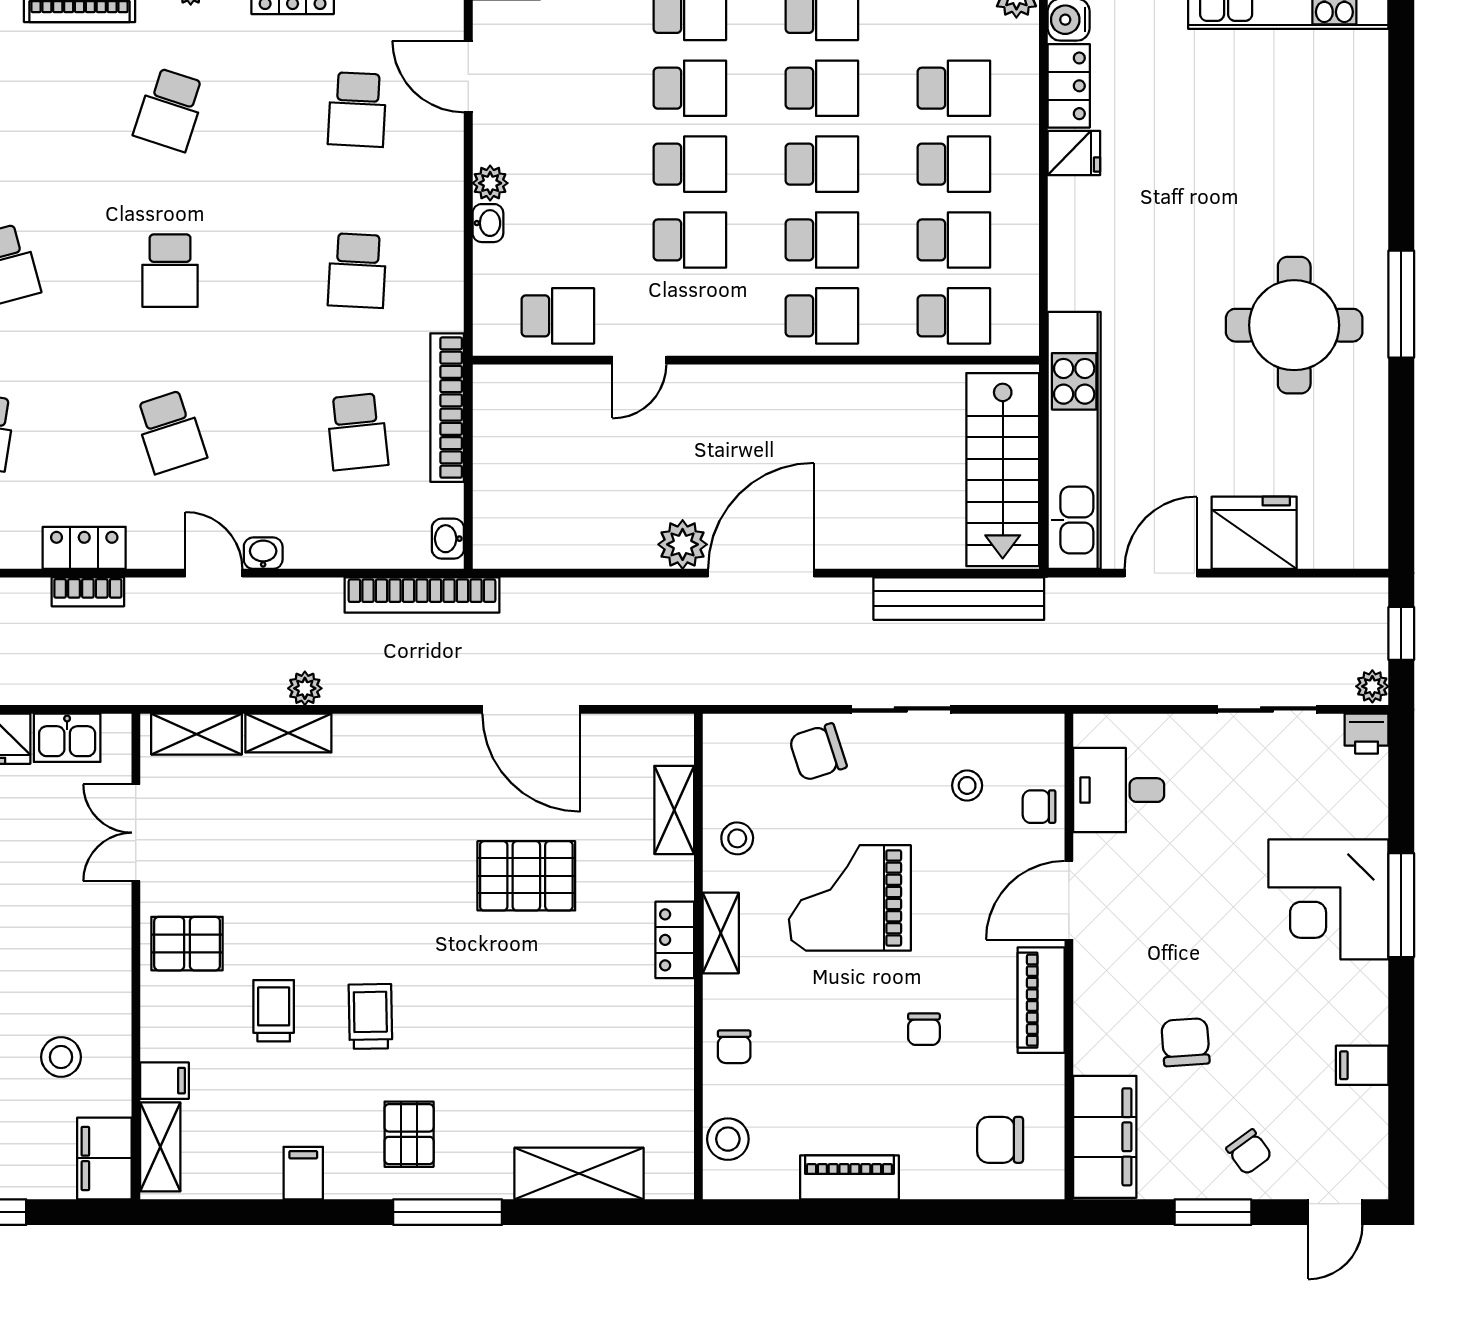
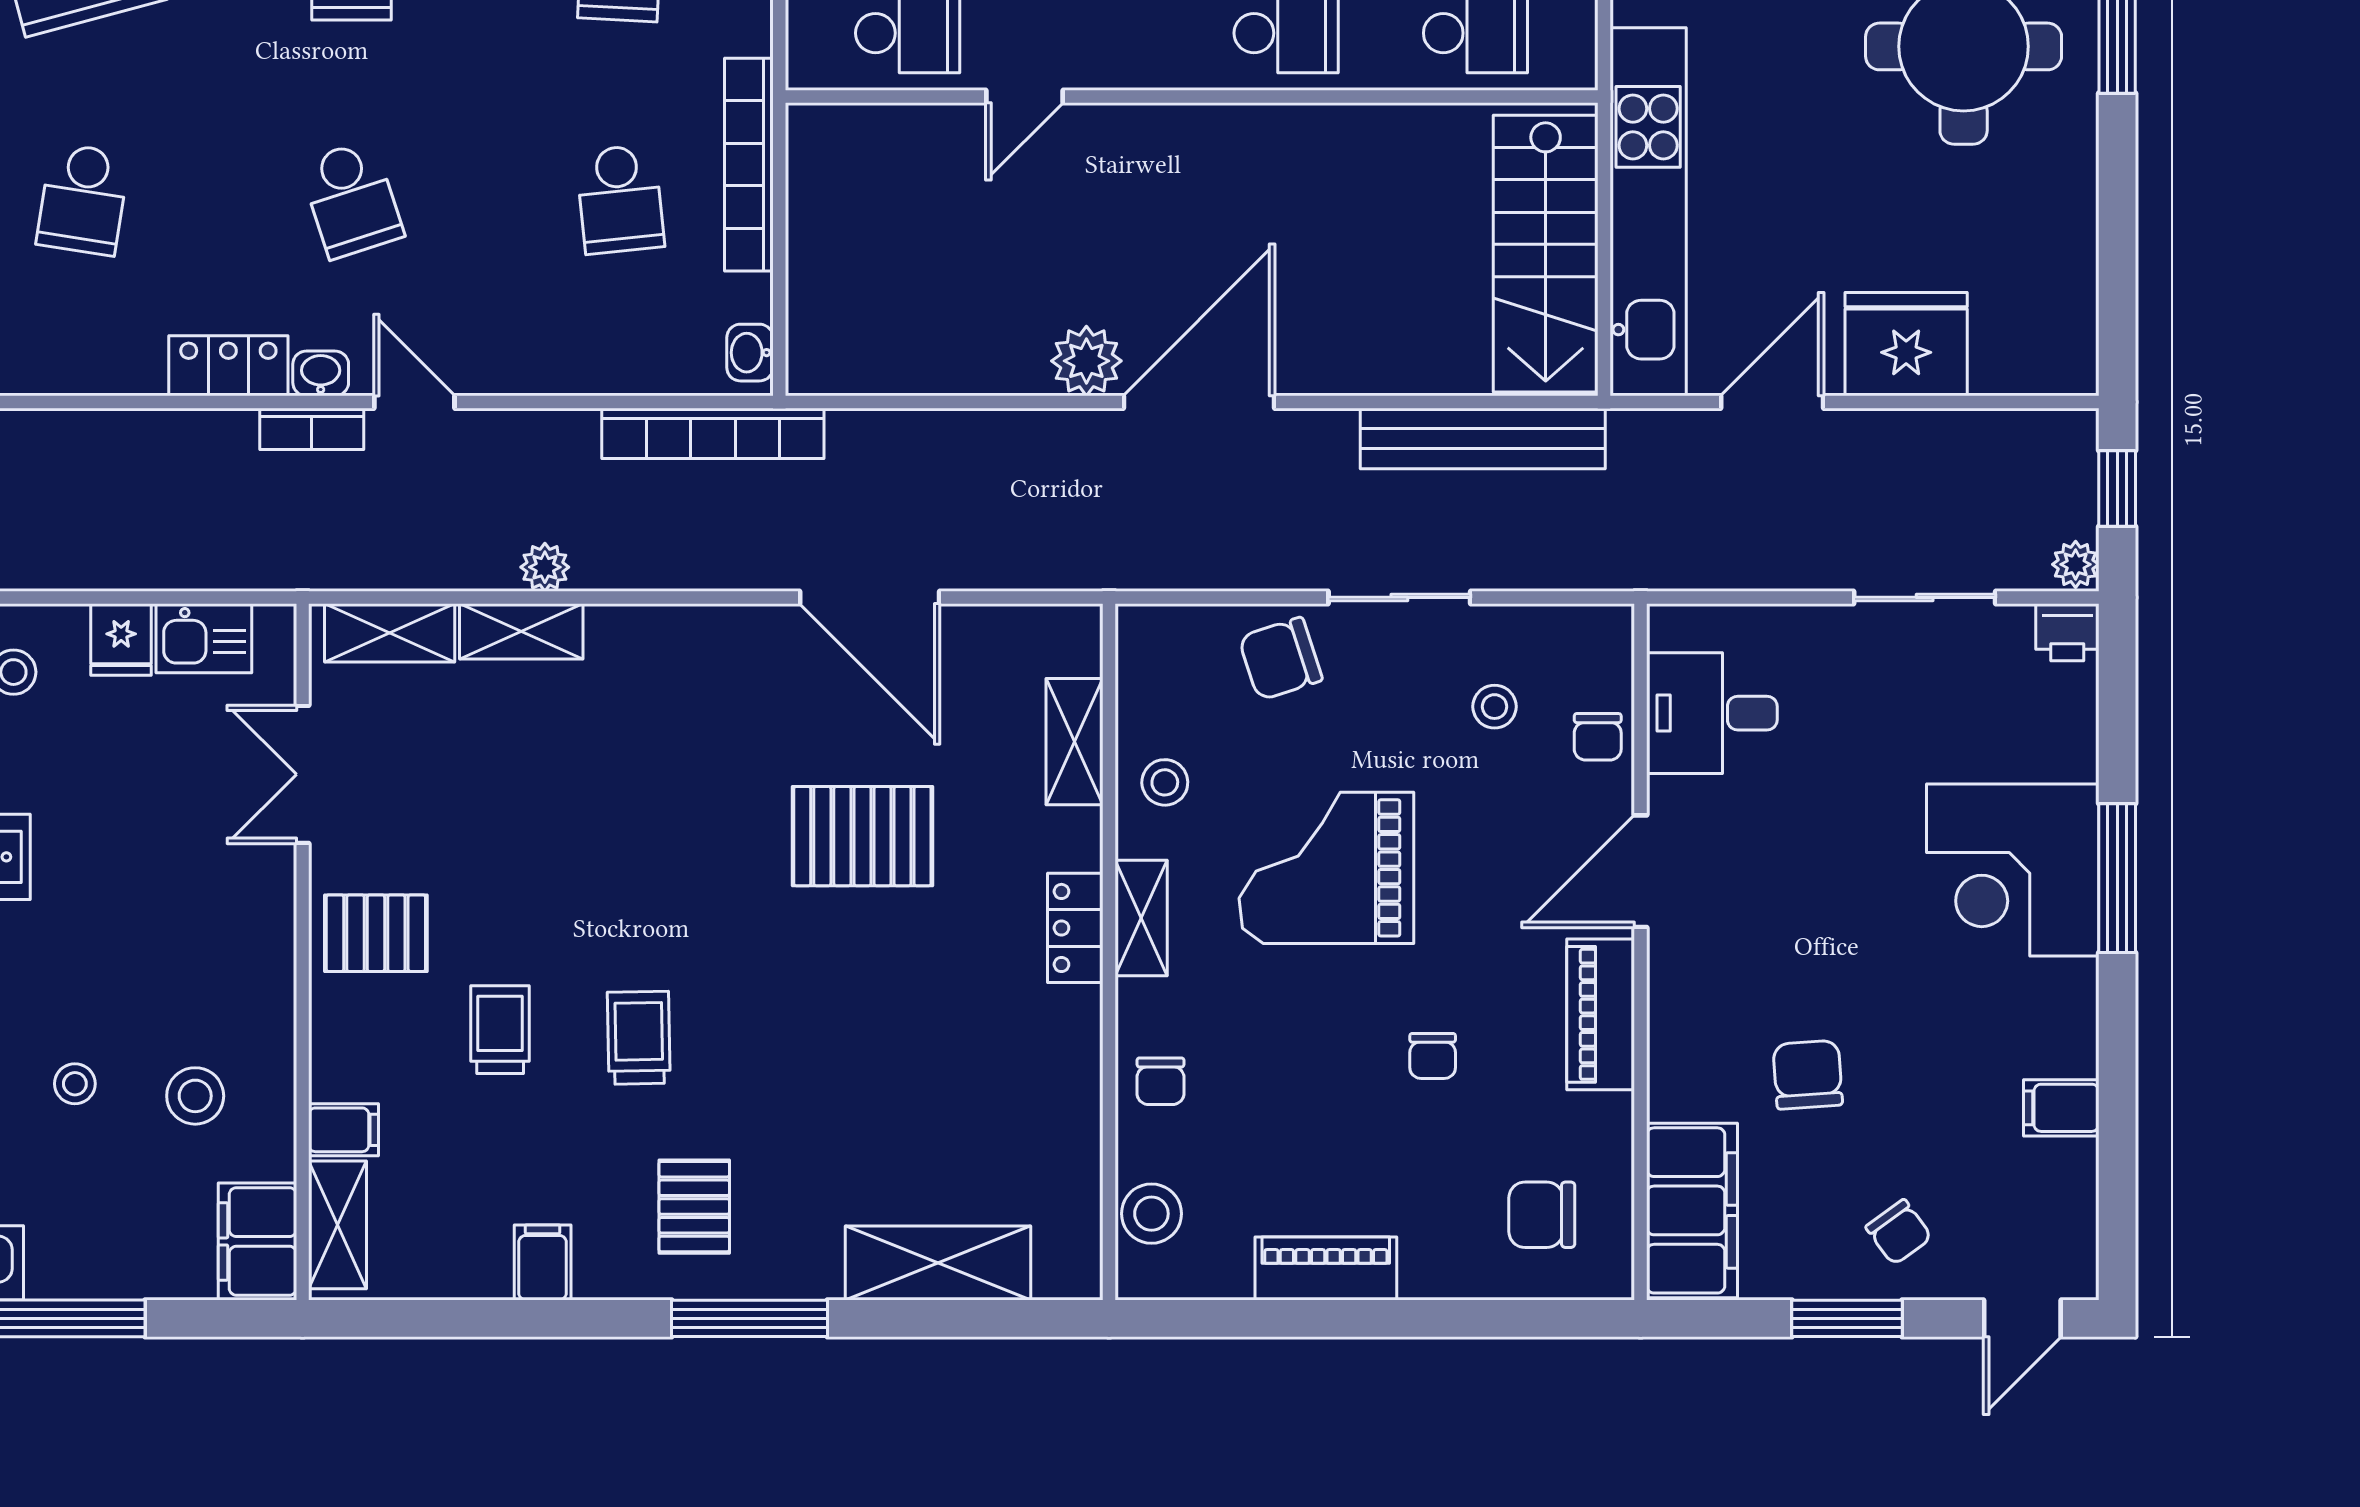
washbasin: (263, 553) -> (321, 373), moved
bookcase: (88, 592) -> (312, 429), moved
chair: (1039, 807) -> (1598, 737), turned -90

